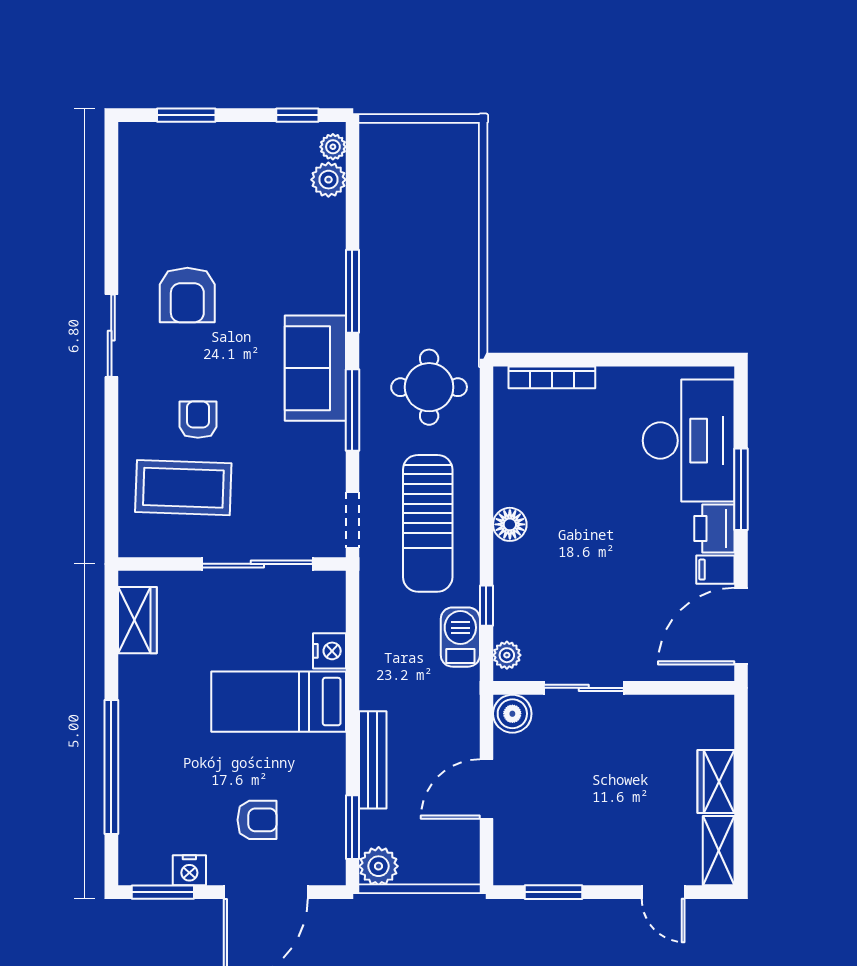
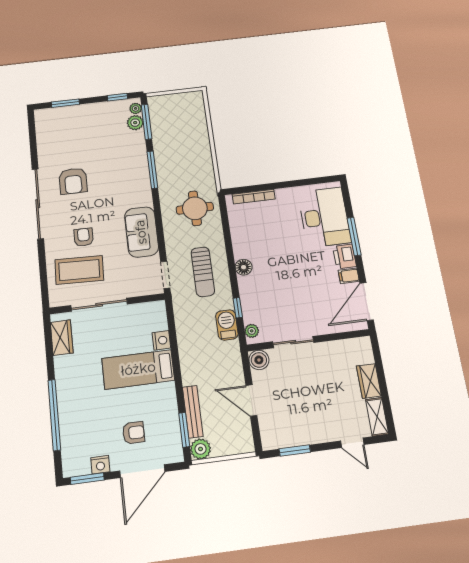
sliding door: (111, 336) -> (38, 204), width x1.86
sofa: (315, 368) -> (141, 232), moved
window: (352, 410) -> (147, 122), moved
sun lounger: (428, 523) -> (203, 272), width x0.73, depth x0.75
sliding door: (257, 564) -> (99, 305), moved
bench: (373, 760) -> (193, 412), moved
door: (486, 789) -> (251, 400), hinge flipped

